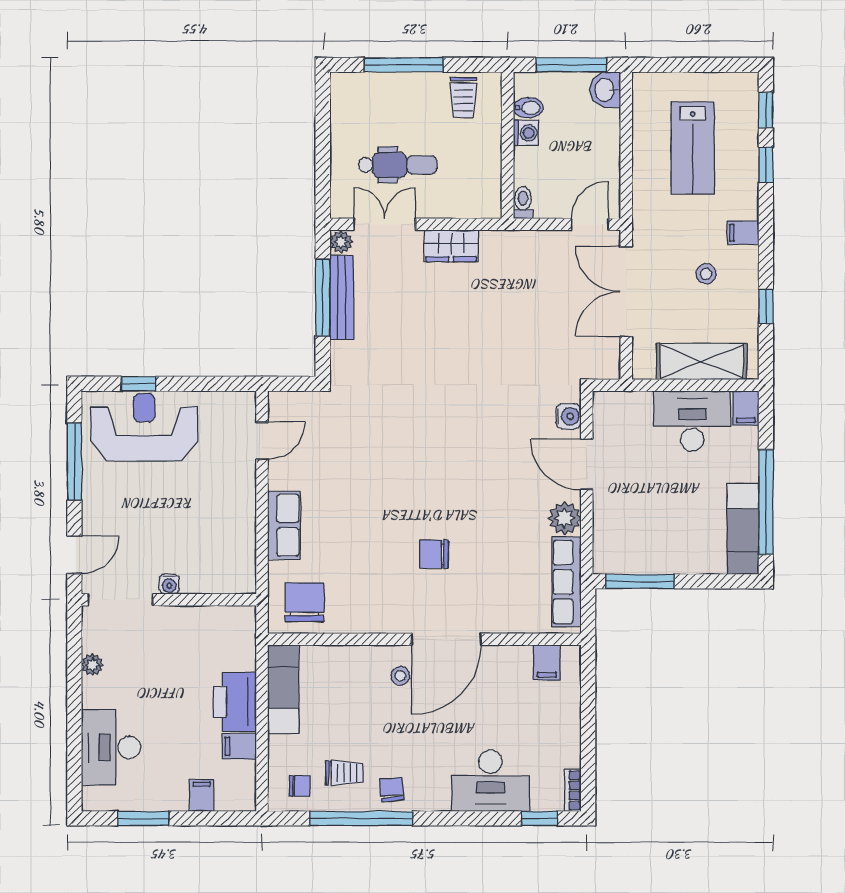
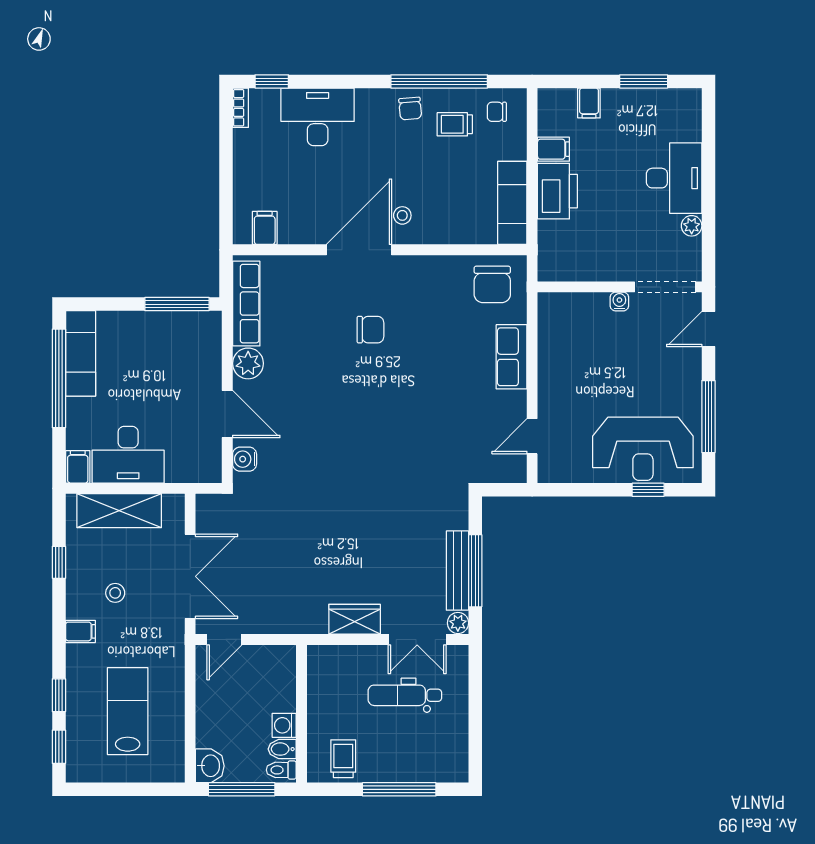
toilet: (523, 203) -> (281, 770), moved, turned 90
desk: (111, 747) -> (674, 178), moved

